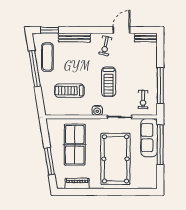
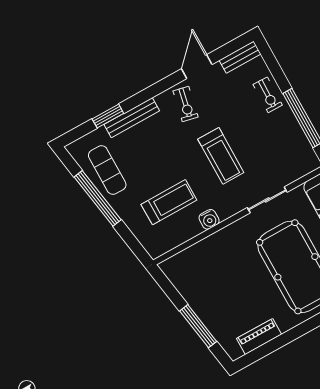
window: (49, 30) -> (108, 116), moved
treadmill: (69, 91) -> (169, 202), turned 180
exercise bike: (143, 99) -> (268, 95), moved
water cooler: (97, 110) -> (209, 219), moved
table tennis table: (75, 145) -> (223, 280), removed

